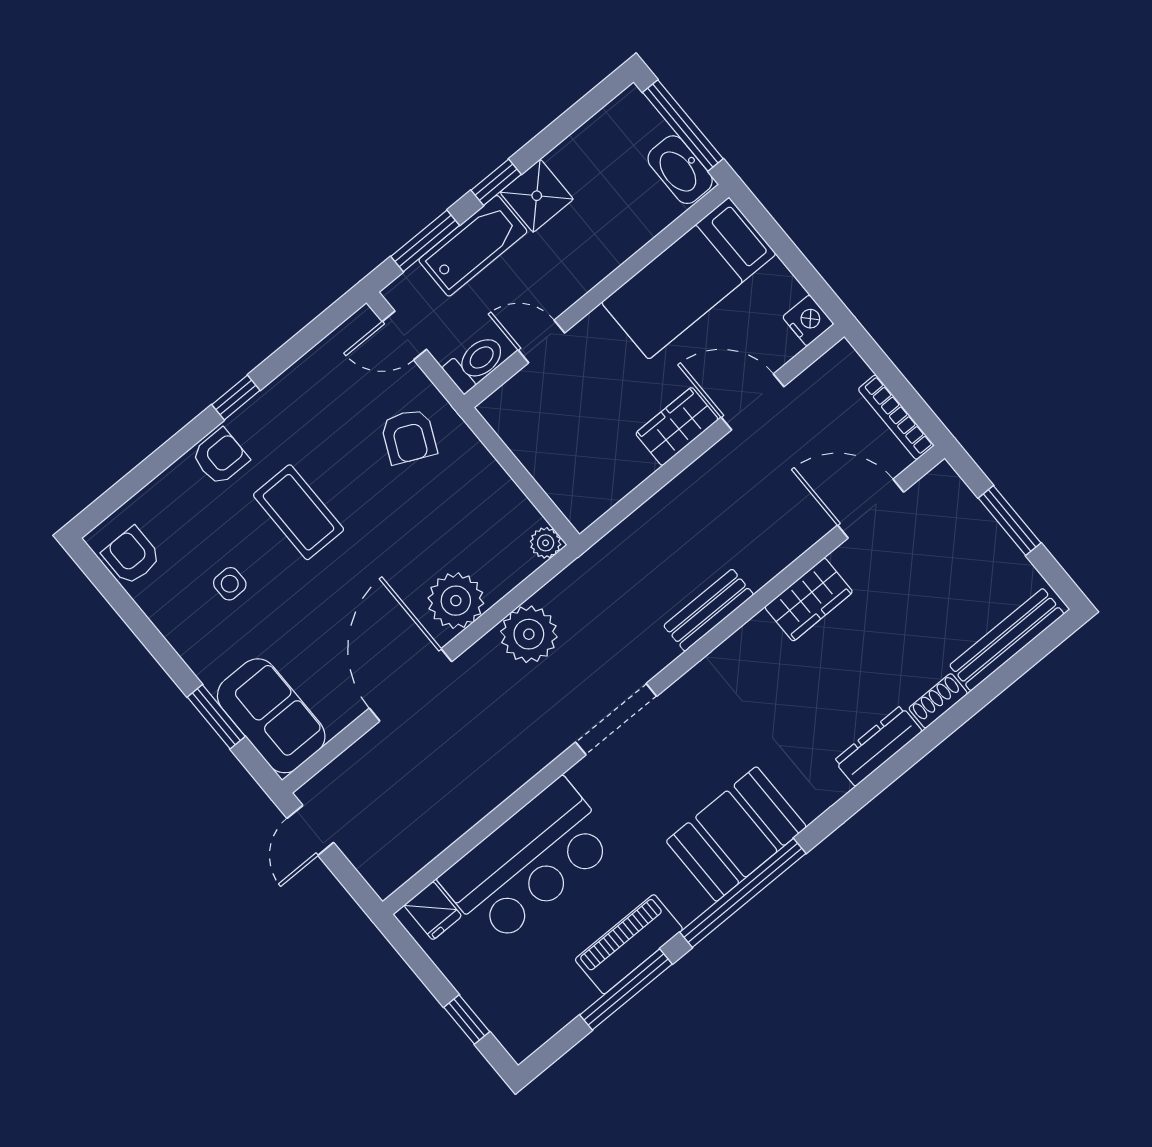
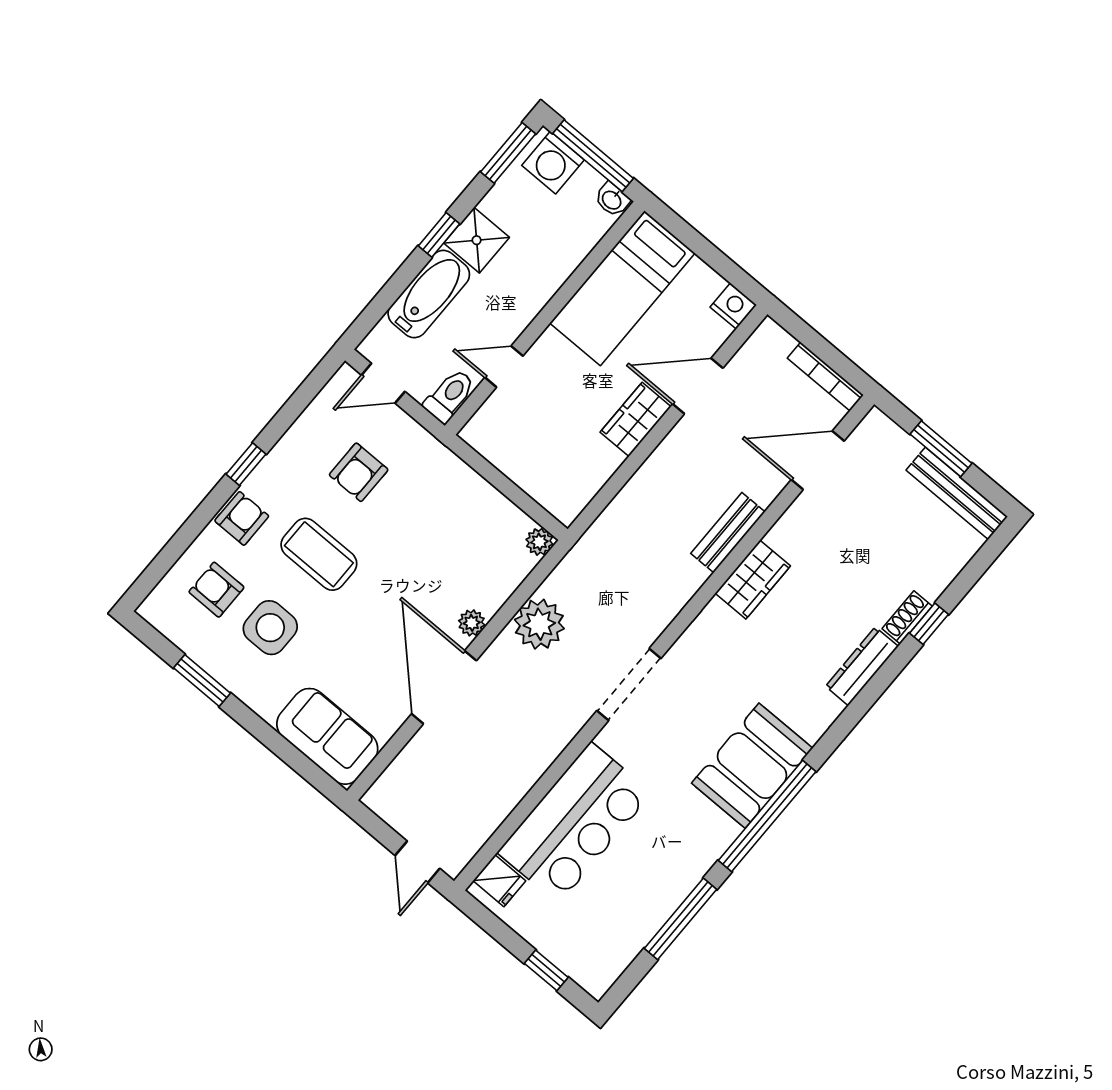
washing machine: (637, 125) -> (553, 163), added
washbasin: (680, 170) -> (612, 200), width x0.52, depth x0.69
window: (425, 241) -> (508, 153), moved
armchair: (409, 436) -> (359, 472), moved, turned 65
armchair: (132, 556) -> (216, 590), moved
side table: (230, 584) -> (270, 628), width x1.87, depth x1.87
wardrobe: (809, 600) -> (753, 580), moved
plant: (456, 601) -> (472, 623), width x0.53, depth x0.53
bench: (709, 610) -> (728, 533), moved
bench: (1007, 640) -> (957, 493), moved, turned 90
window: (961, 712) -> (929, 624), added
window: (216, 717) -> (202, 681), moved
door: (310, 830) -> (417, 862), moved
piano: (629, 944) -> (676, 879), removed

